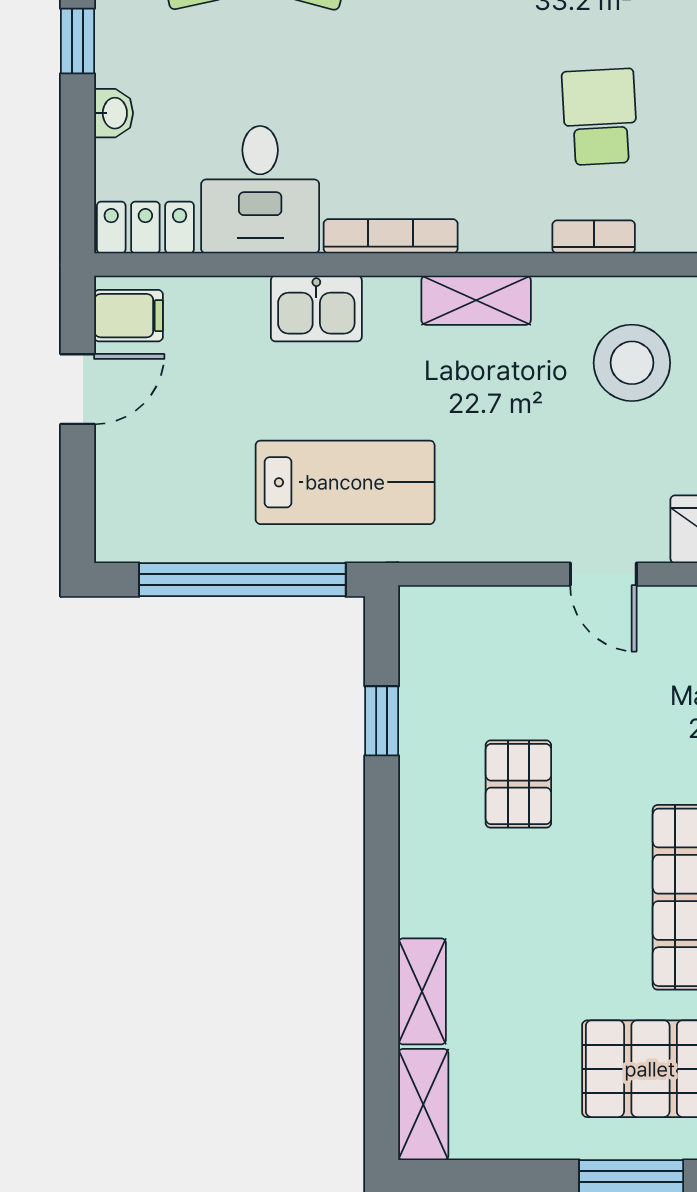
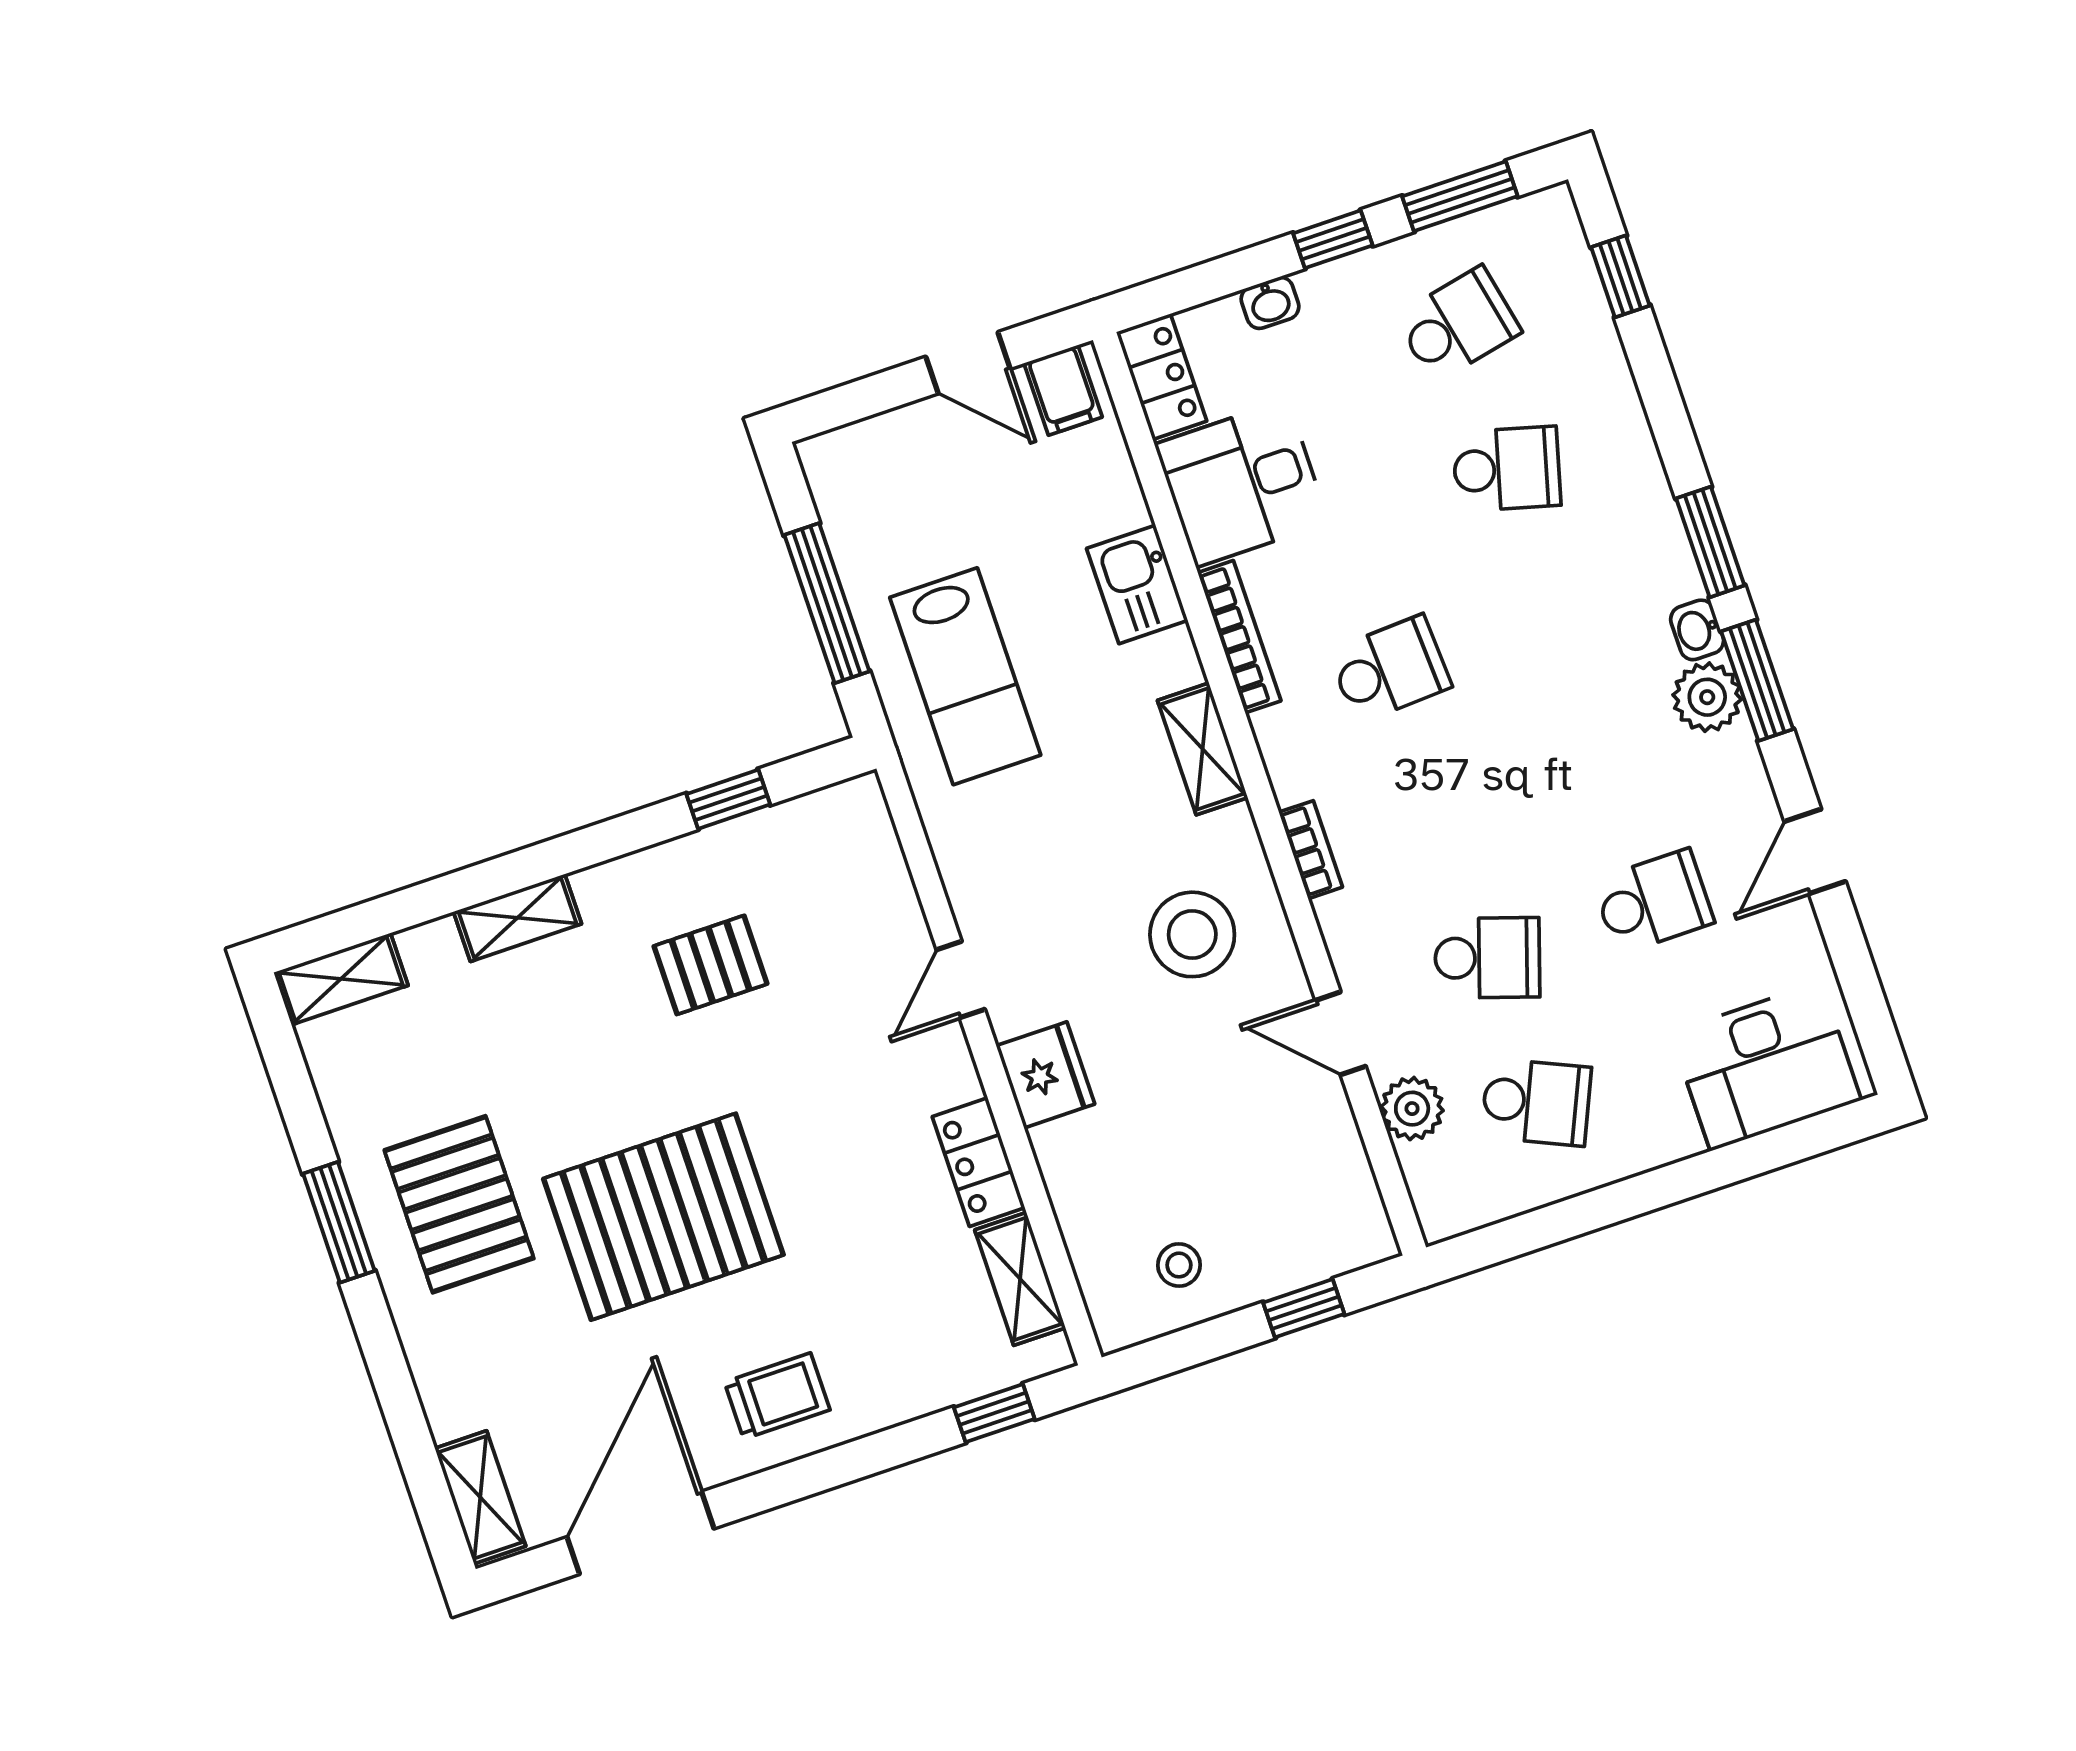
school desk: (600, 117) -> (1390, 669), moved
window: (242, 580) -> (827, 603), width x0.68
shelving: (422, 991) -> (517, 918), moved

